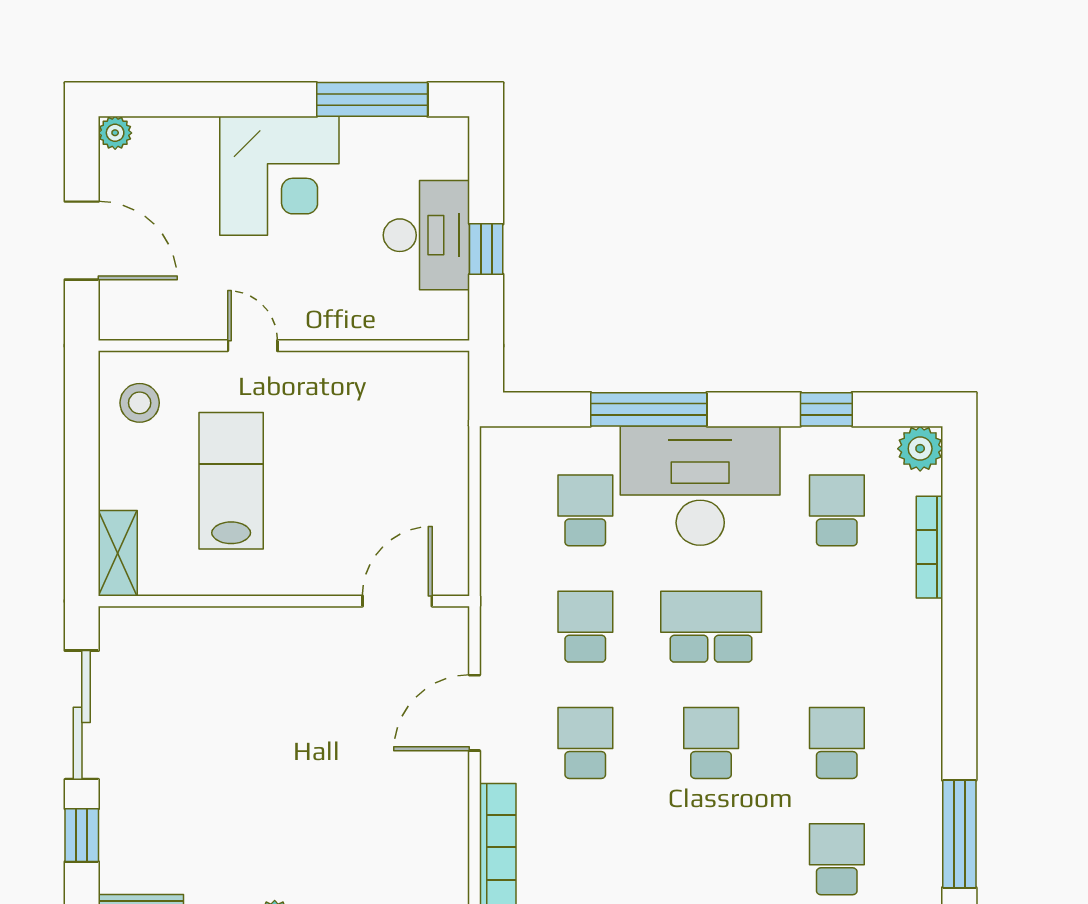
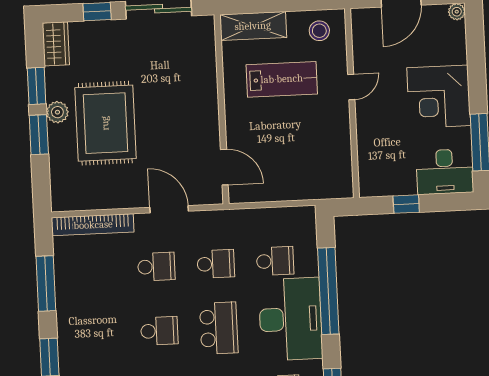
desk: (426, 235) -> (445, 172), moved
window: (649, 409) -> (328, 291), width x1.46
shelving: (118, 553) -> (253, 26), width x1.50, depth x1.33
rug: (300, 829) -> (105, 123), added

